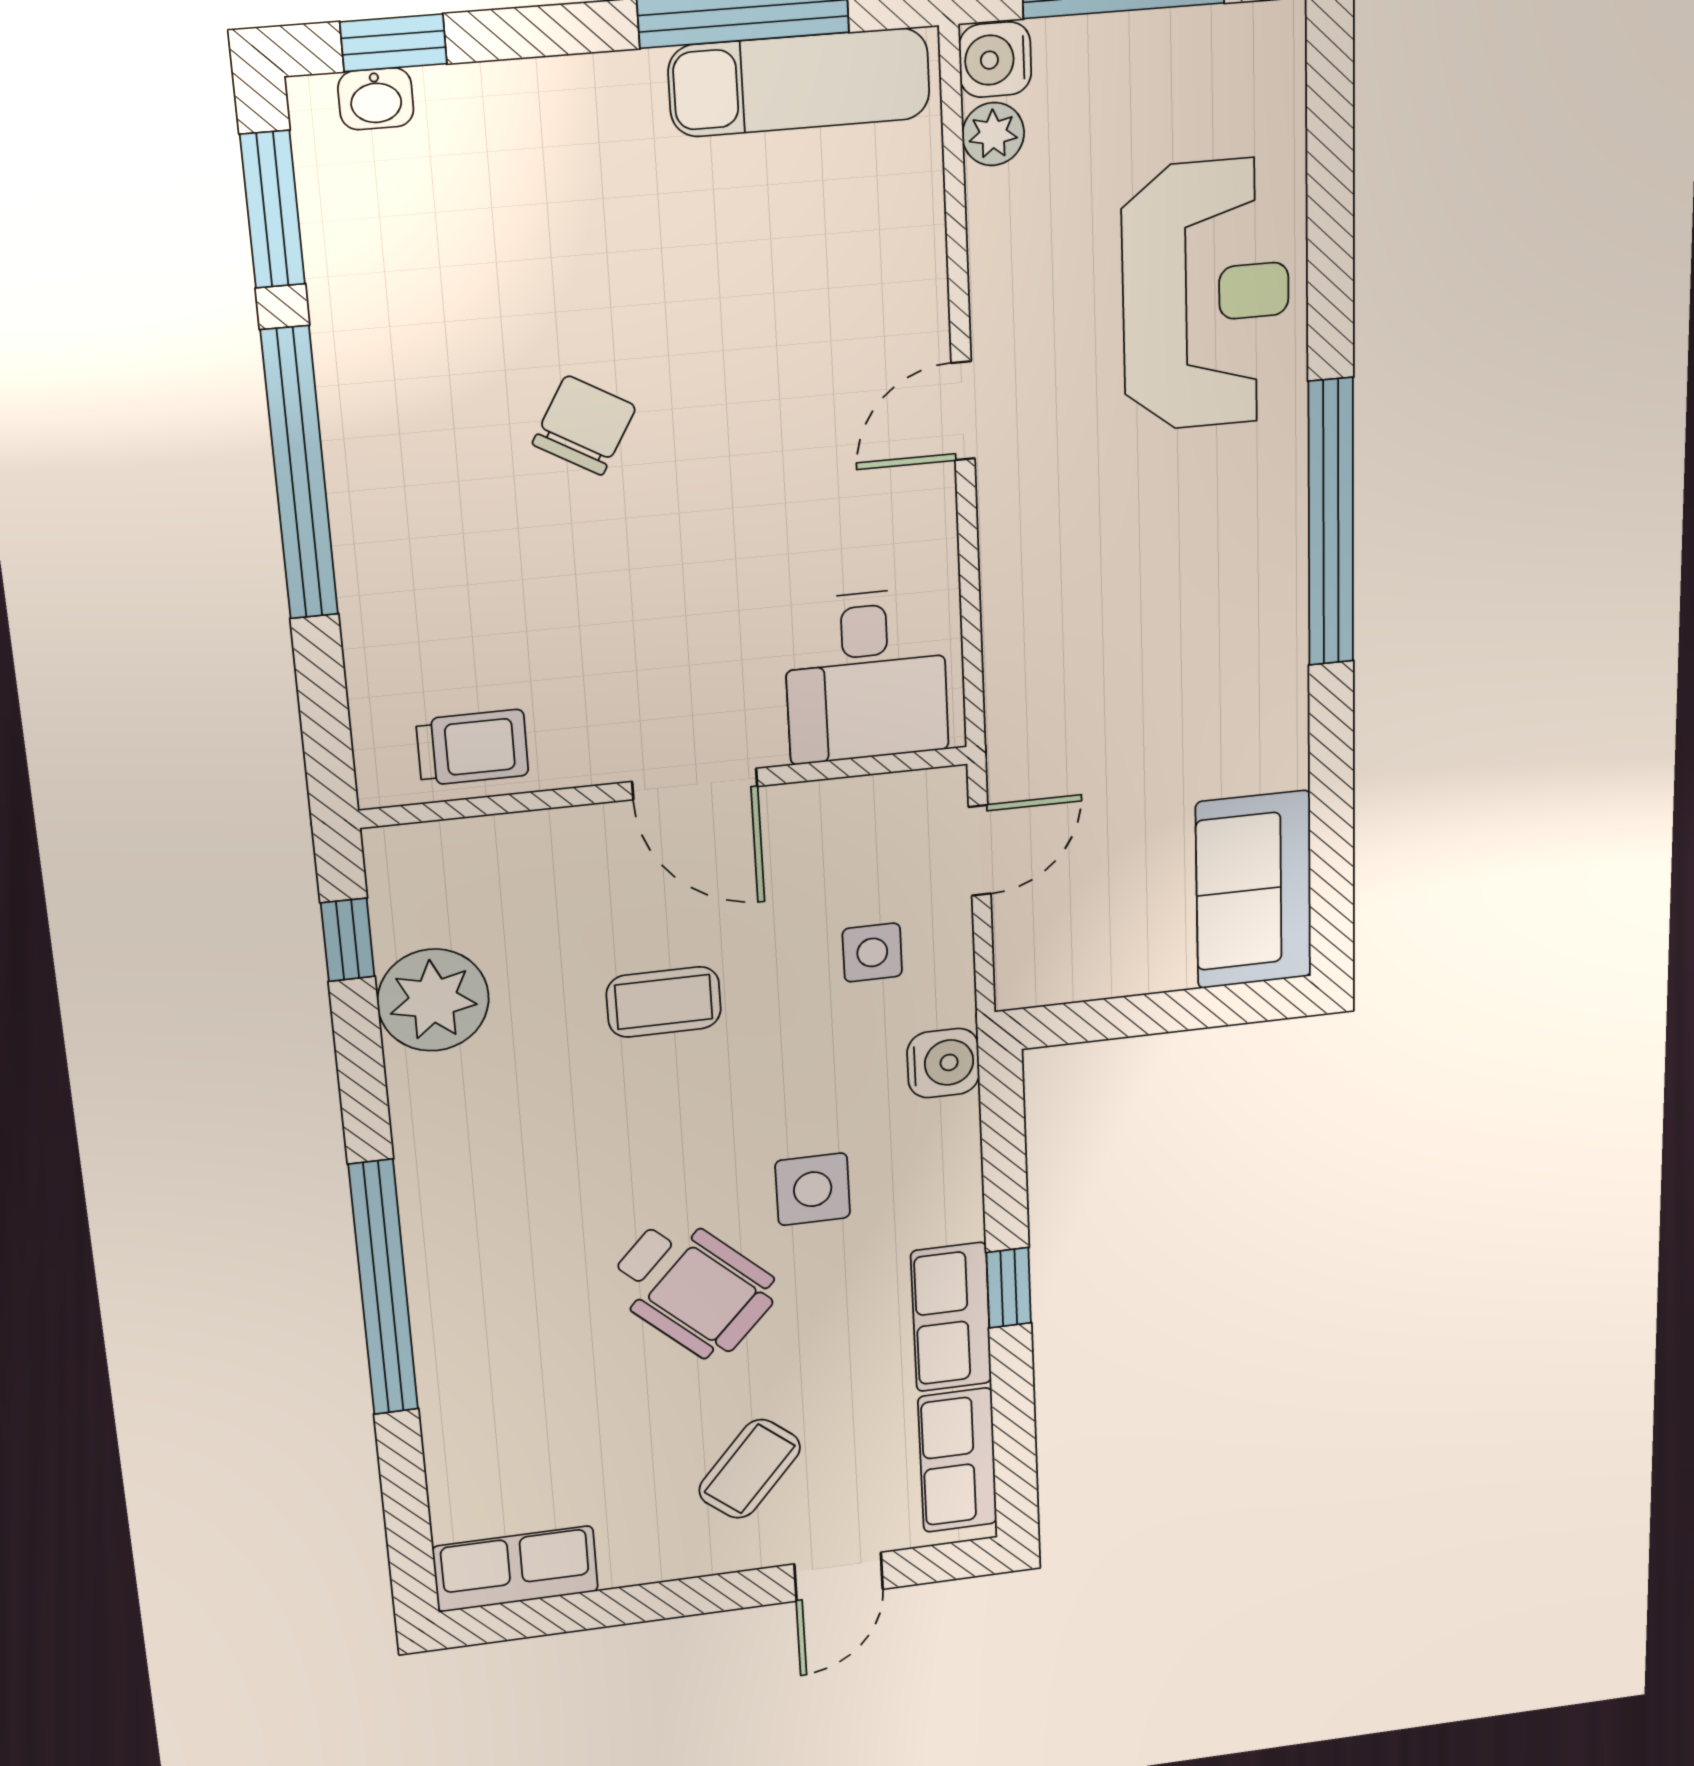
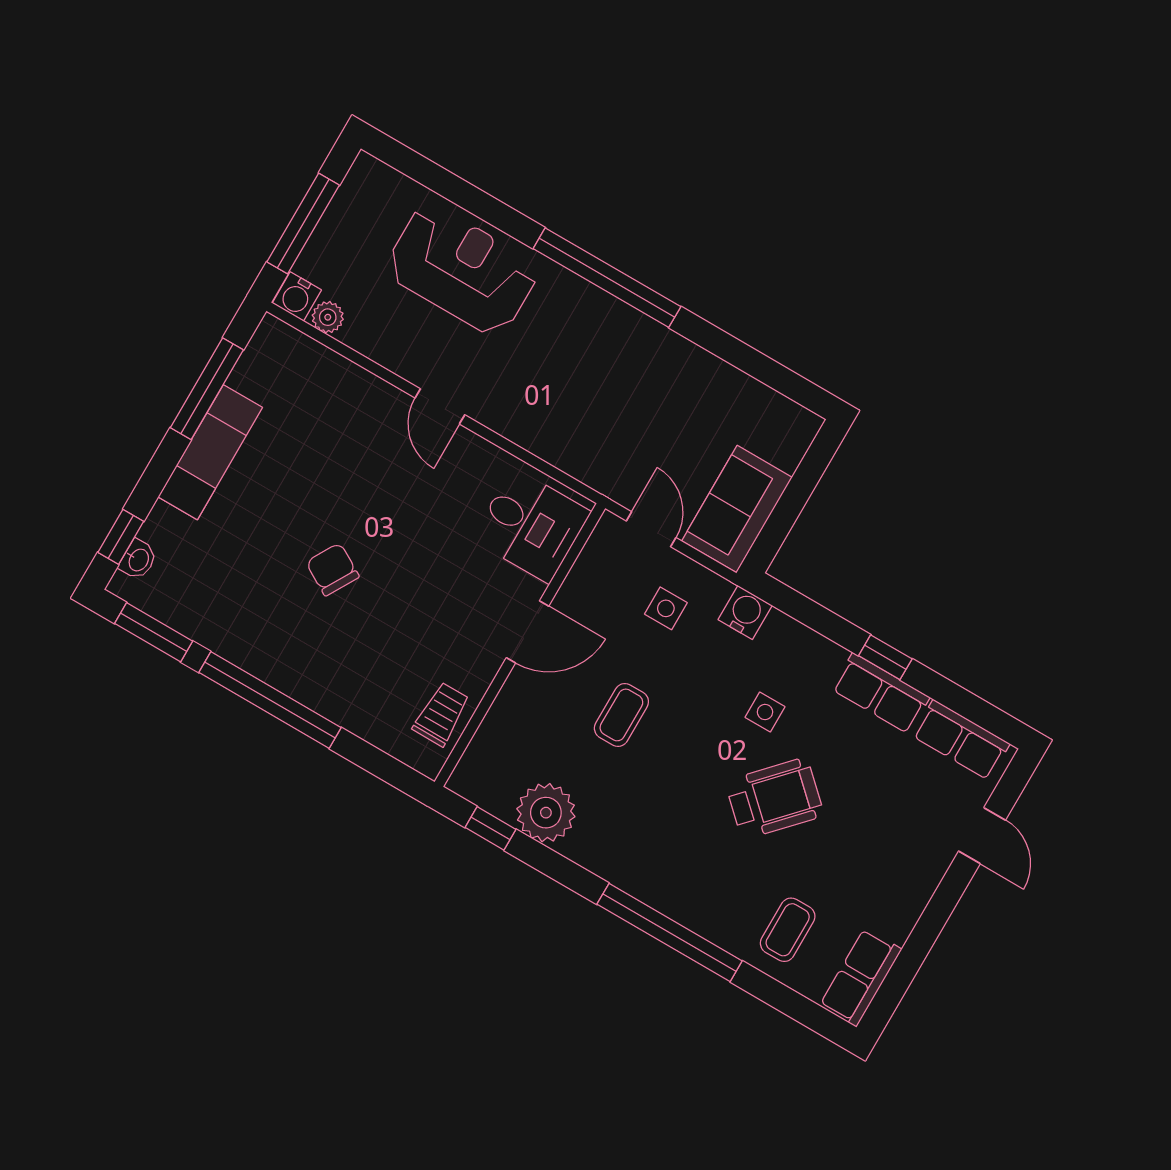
exam couch: (799, 82) -> (210, 452), moved
sofa: (1254, 890) -> (737, 509), moved, turned 90
side table: (813, 1189) -> (765, 712), width x0.73, depth x0.73
coffee table: (750, 1469) -> (788, 930), moved, turned 50

